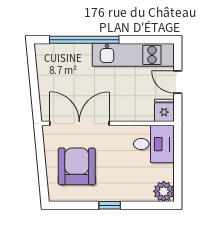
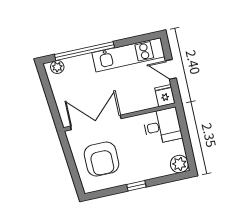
plant: (50, 51) -> (57, 67), added
armchair: (77, 166) -> (101, 159), turned 180

